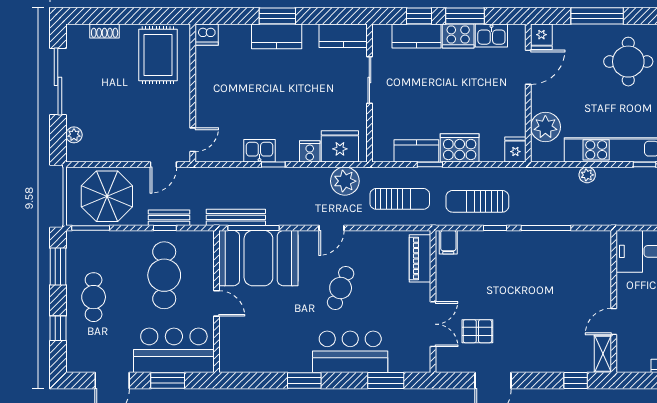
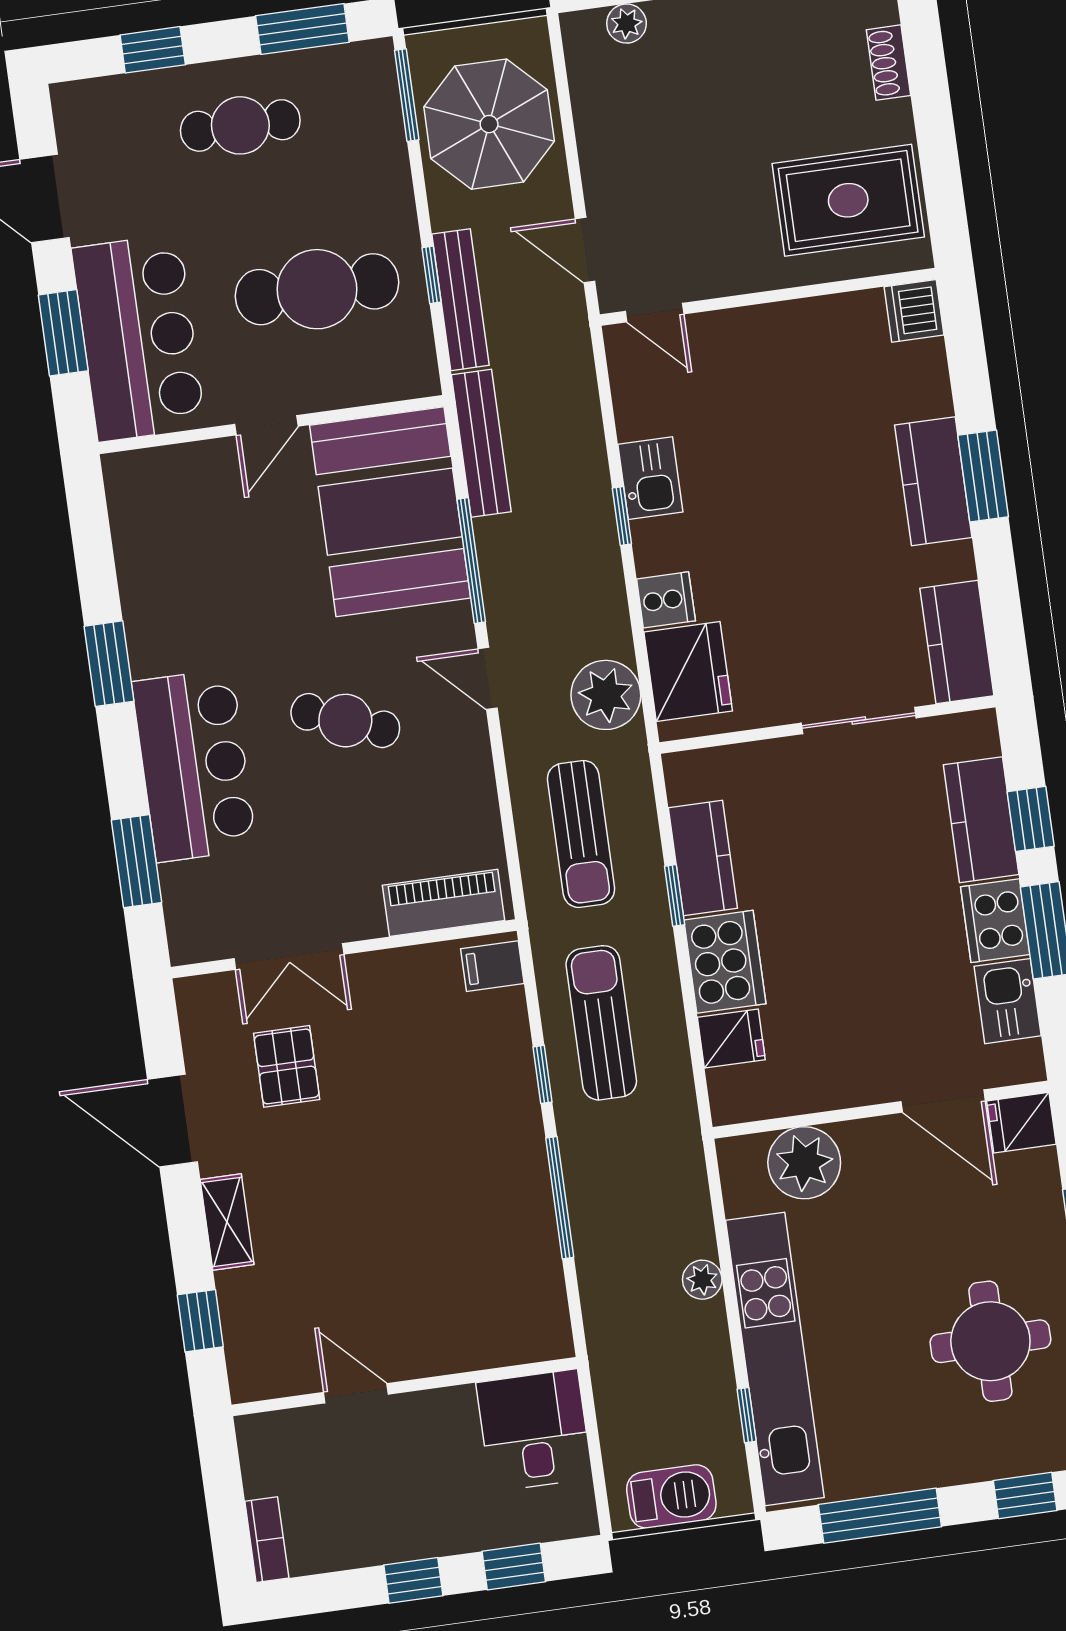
fridge: (515, 150) -> (731, 1038), moved
bench: (169, 218) -> (460, 300), width x1.36
window: (253, 228) -> (471, 561), moved
shelving: (603, 354) -> (227, 1222), moved, turned 90

